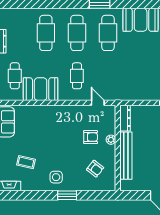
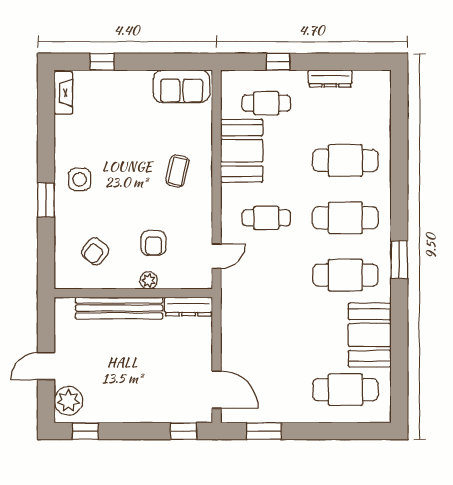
coffee table: (26, 162) -> (177, 171), moved

